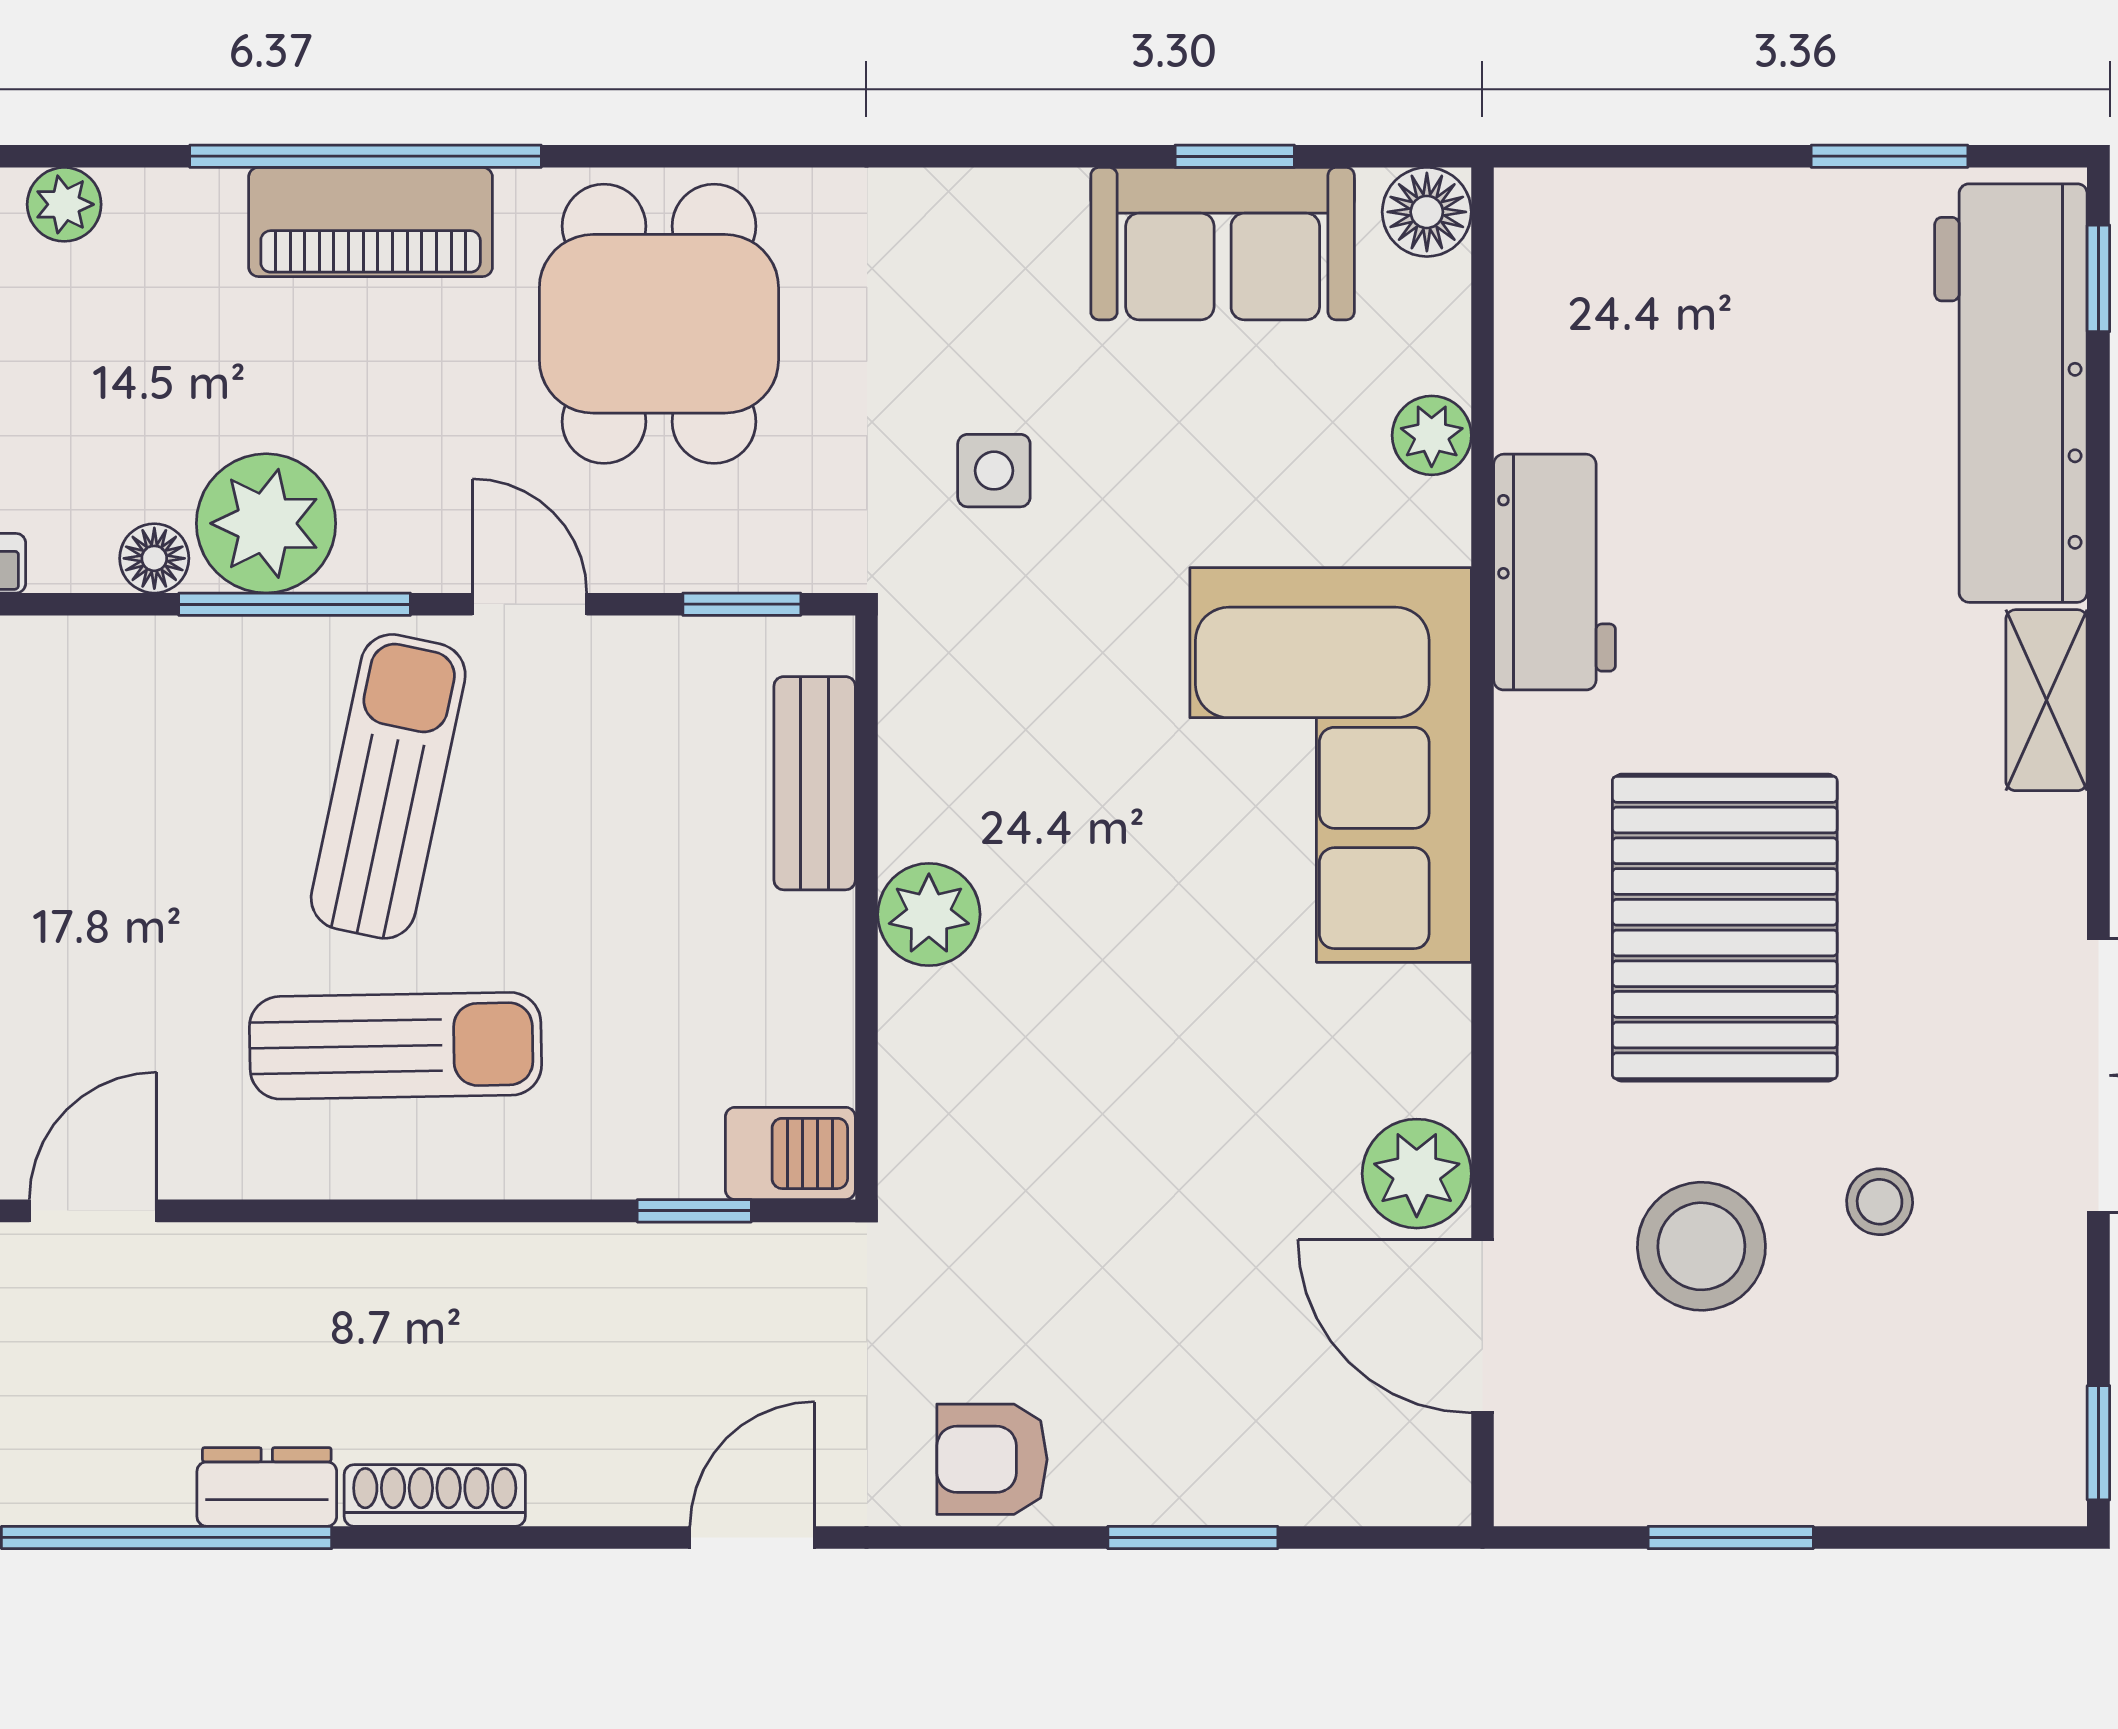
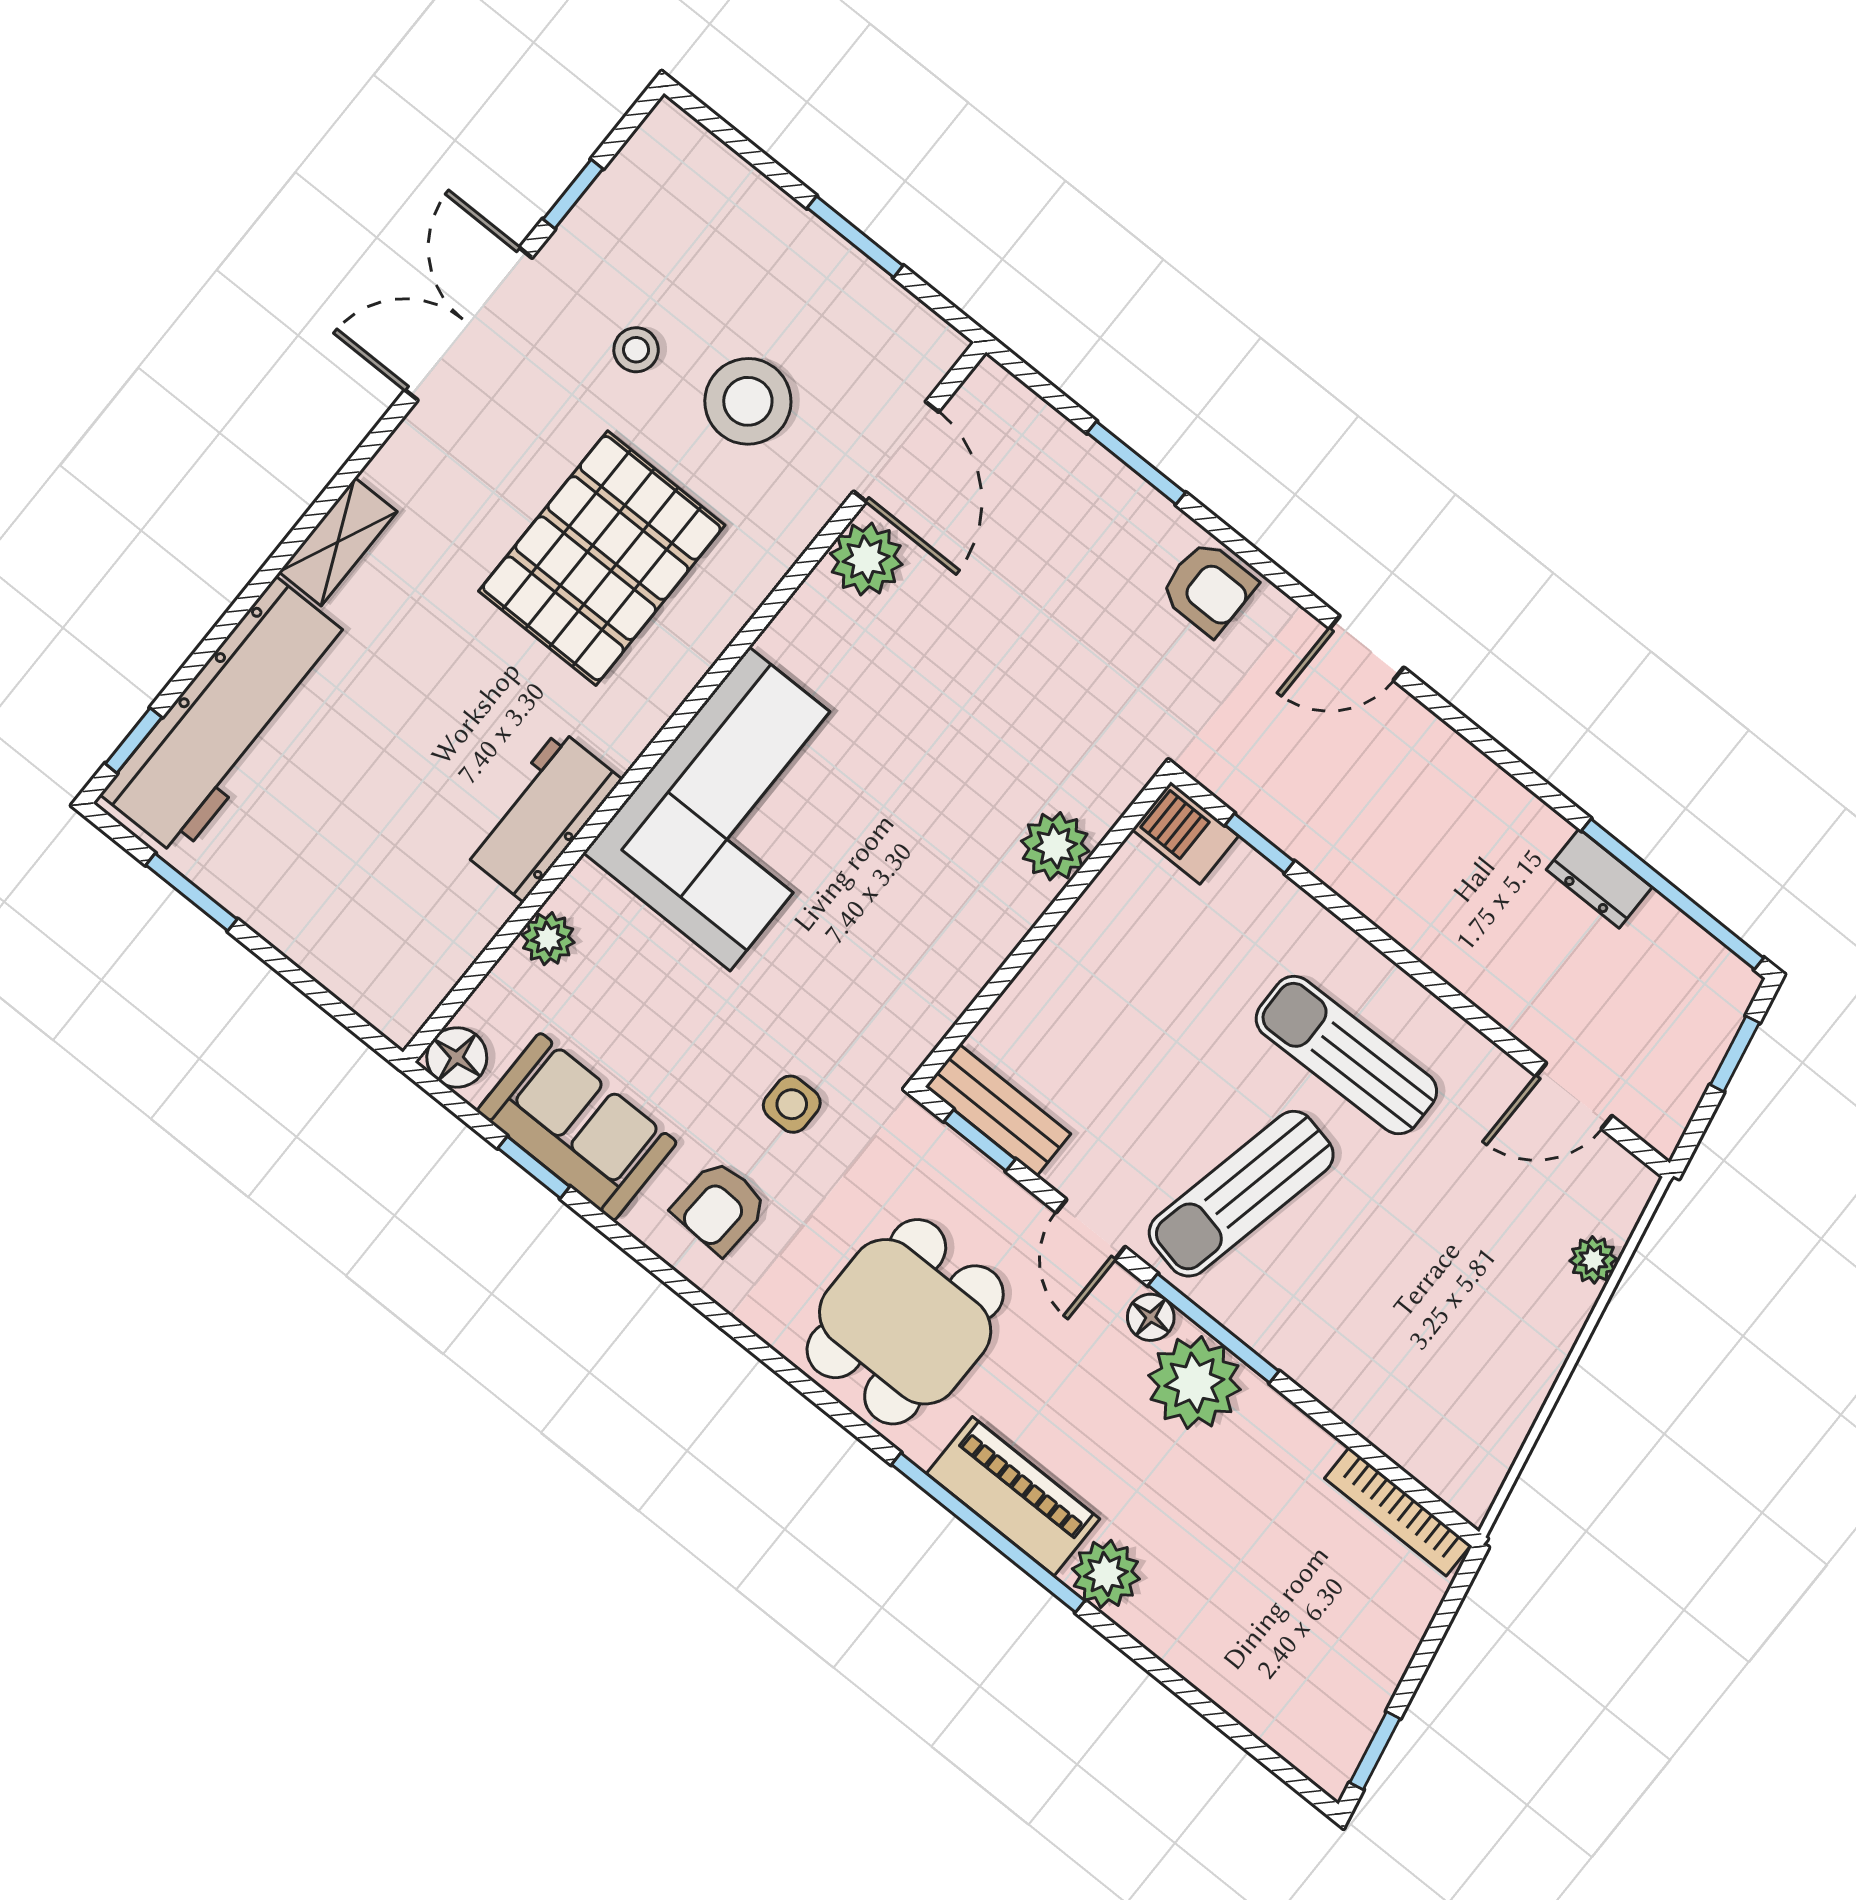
plant: (64, 204) -> (1106, 1574), moved, width x1.38, depth x1.38
armchair: (981, 284) -> (720, 1207), added
floor lamp: (154, 558) -> (1151, 1317), moved
bench: (815, 783) -> (998, 1110), moved, turned 90
plant: (929, 914) -> (1055, 846), moved
window: (2098, 1443) -> (573, 194), moved
shoe rack: (435, 1495) -> (1515, 803), removed

